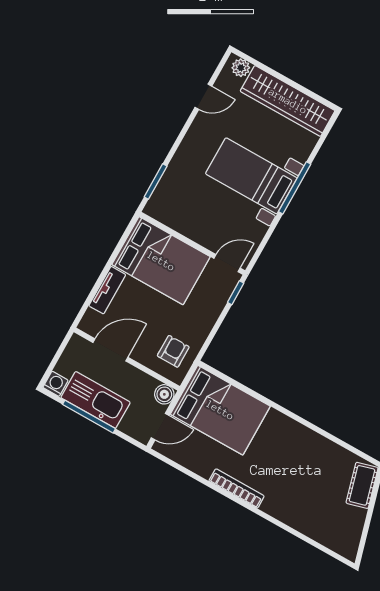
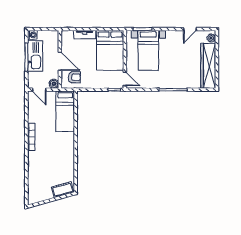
door: (203, 97) -> (190, 29), hinge flipped
bed with nightstands: (251, 176) -> (148, 50), moved, turned 180
door: (110, 350) -> (60, 61), moved
bed: (220, 410) -> (65, 111), width x0.67

